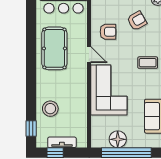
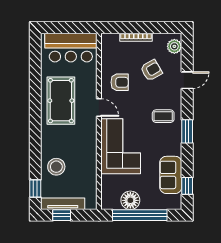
tv unit: (62, 142) -> (63, 204), width x1.41

